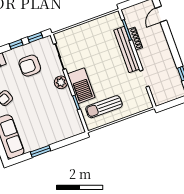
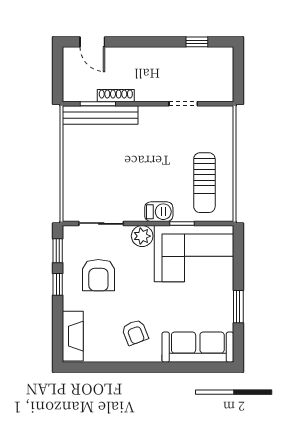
bench: (127, 50) -> (100, 115), moved
barbecue: (81, 86) -> (159, 212), width x0.53, depth x0.65
corner sofa: (62, 115) -> (194, 254), added

